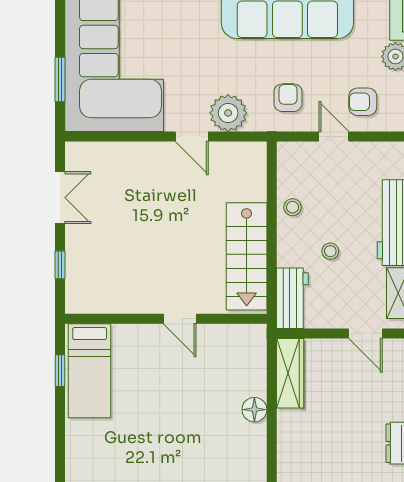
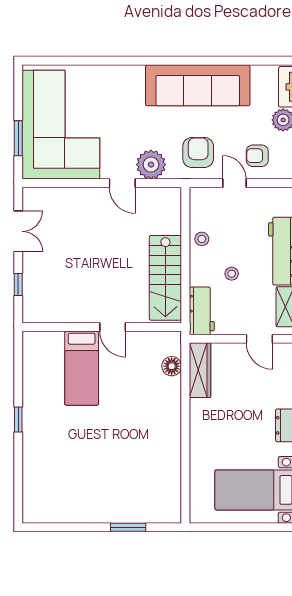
armchair: (288, 98) -> (198, 152), width x1.38, depth x1.38
window: (60, 371) -> (18, 419), moved
bed: (90, 371) -> (82, 368), moved
floor lamp: (254, 410) -> (172, 366), moved

